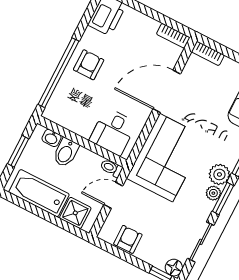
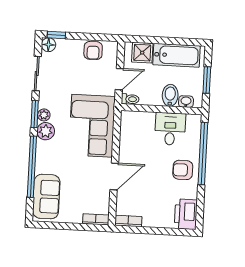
armchair: (89, 65) -> (183, 170), turned 90
door: (167, 91) -> (114, 176), width x0.73
desk: (113, 132) -> (170, 129), moved

